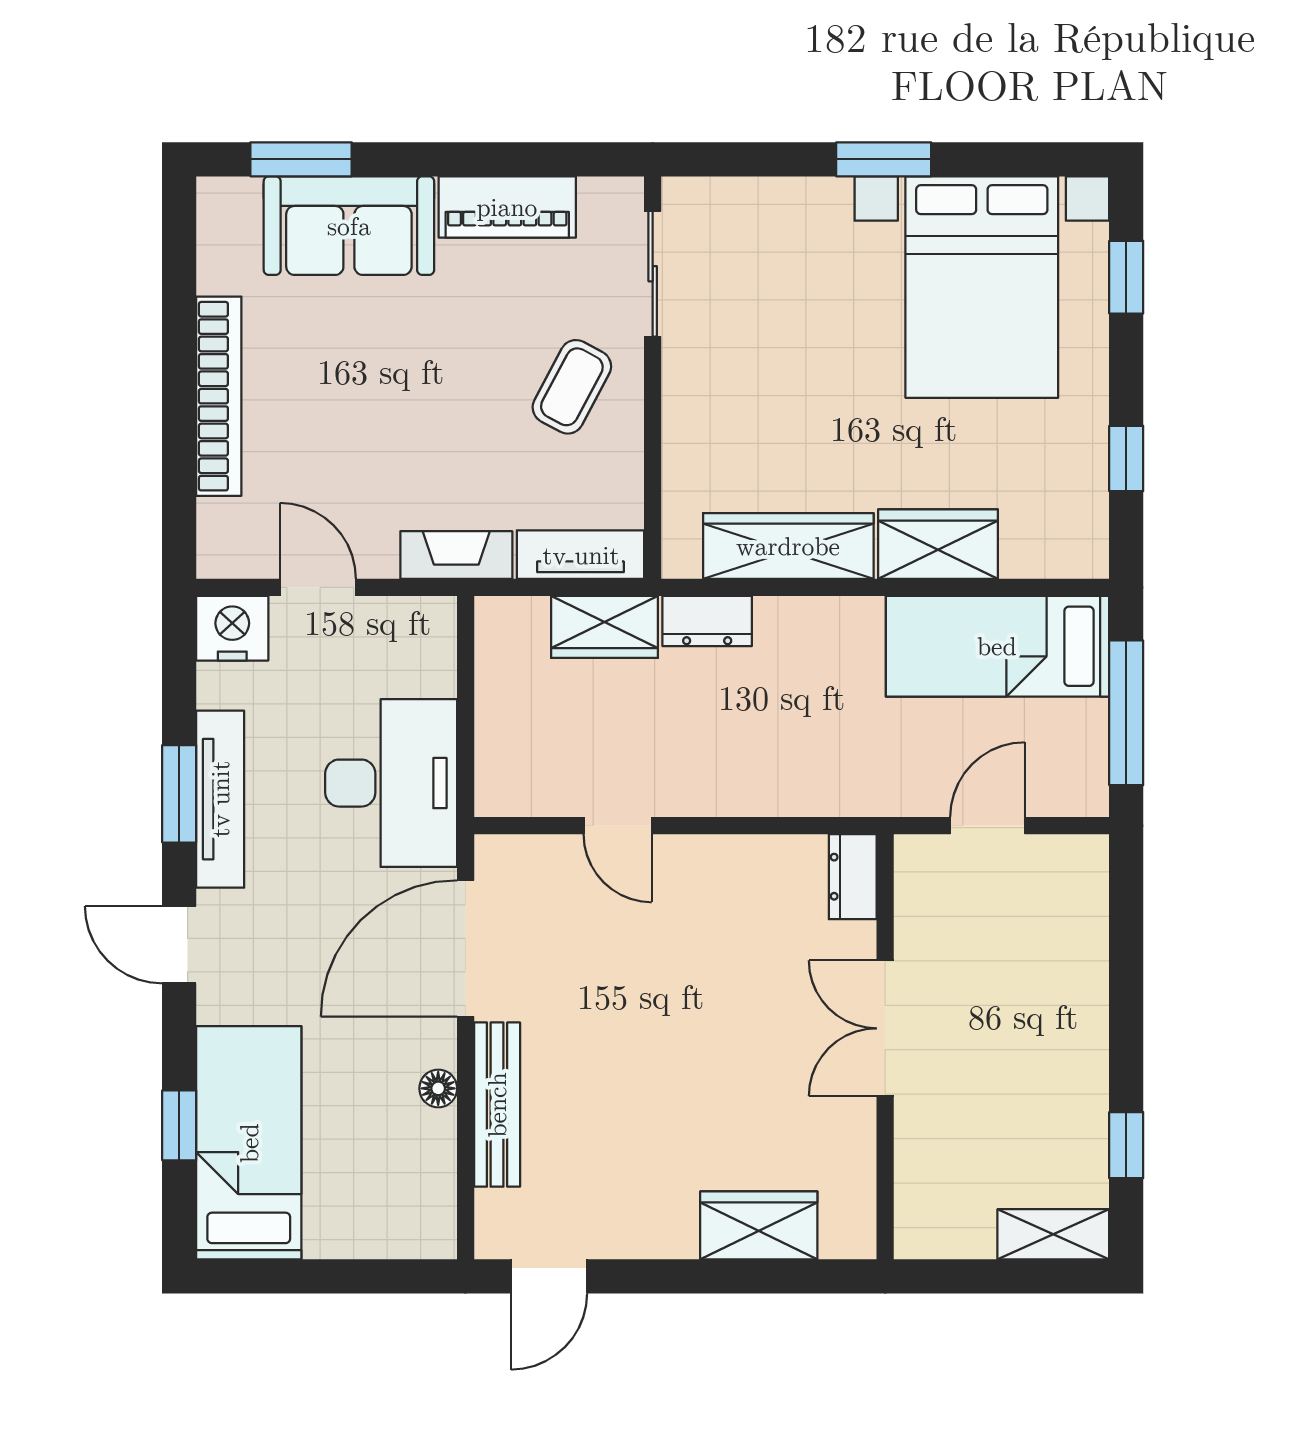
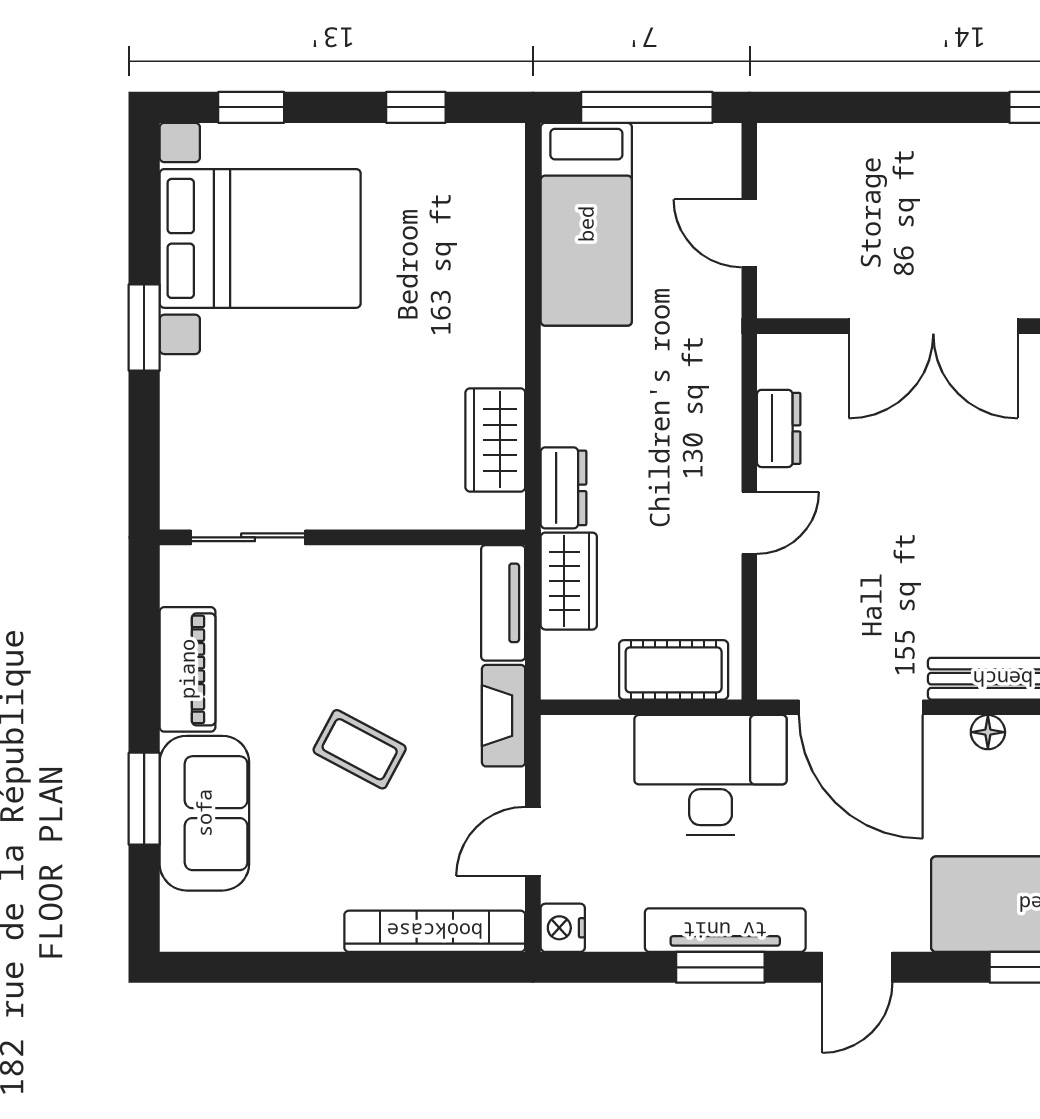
window: (301, 159) -> (144, 799), moved
coffee table: (572, 387) -> (360, 749), moved
bookcase: (219, 396) -> (435, 931), moved
wardrobe: (938, 544) -> (494, 278), removed
wardrobe: (788, 546) -> (495, 440), width x0.67
nightstand: (232, 628) -> (563, 928), width x0.74, depth x0.75
cot: (507, 742) -> (674, 670), added
door: (618, 826) -> (749, 523), moved
dresser: (853, 877) -> (779, 428), moved, turned -90
double door: (885, 1028) -> (933, 326), width x1.37

